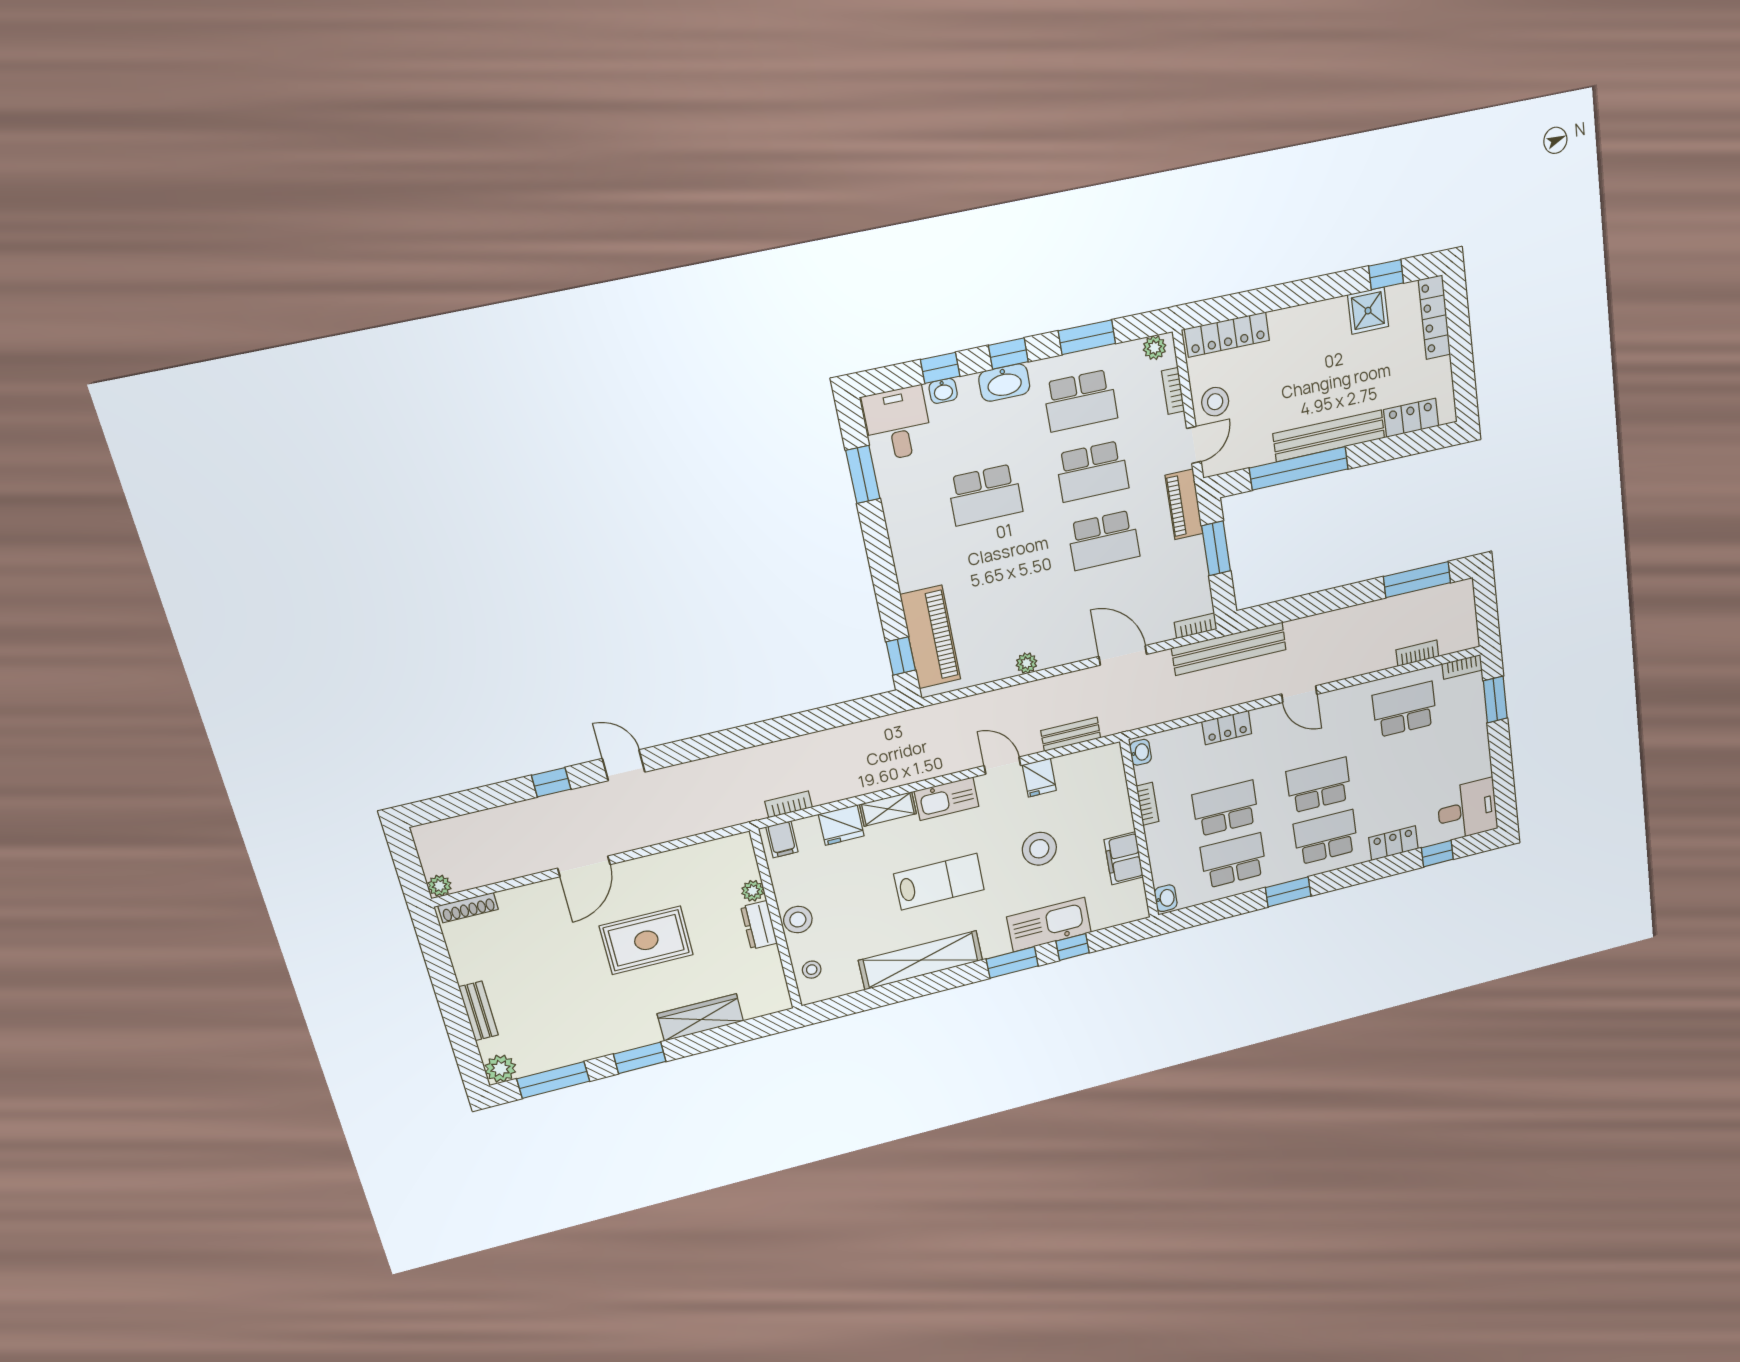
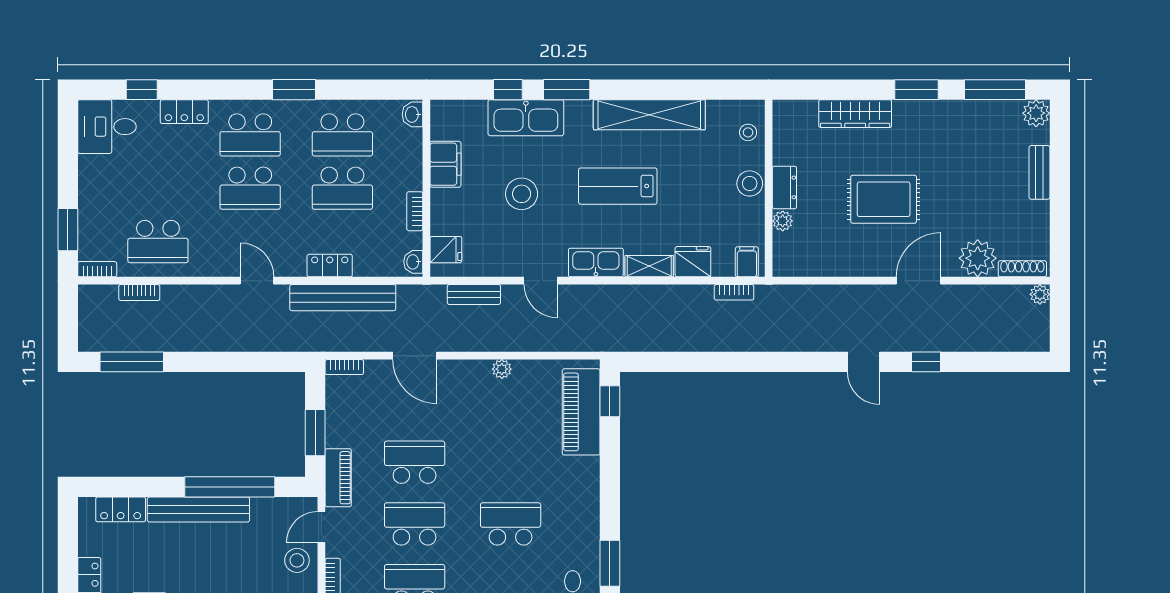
bench: (1229, 649) -> (343, 298), moved
fridge: (1039, 778) -> (446, 250), moved, turned 90
plant: (523, 906) -> (978, 258), added

